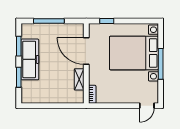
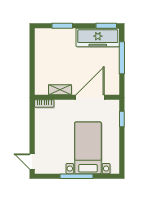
window: (19, 46) -> (106, 26), moved
bed with nightstands: (134, 53) -> (88, 148), width x0.73
freezer: (30, 59) -> (98, 37), moved

